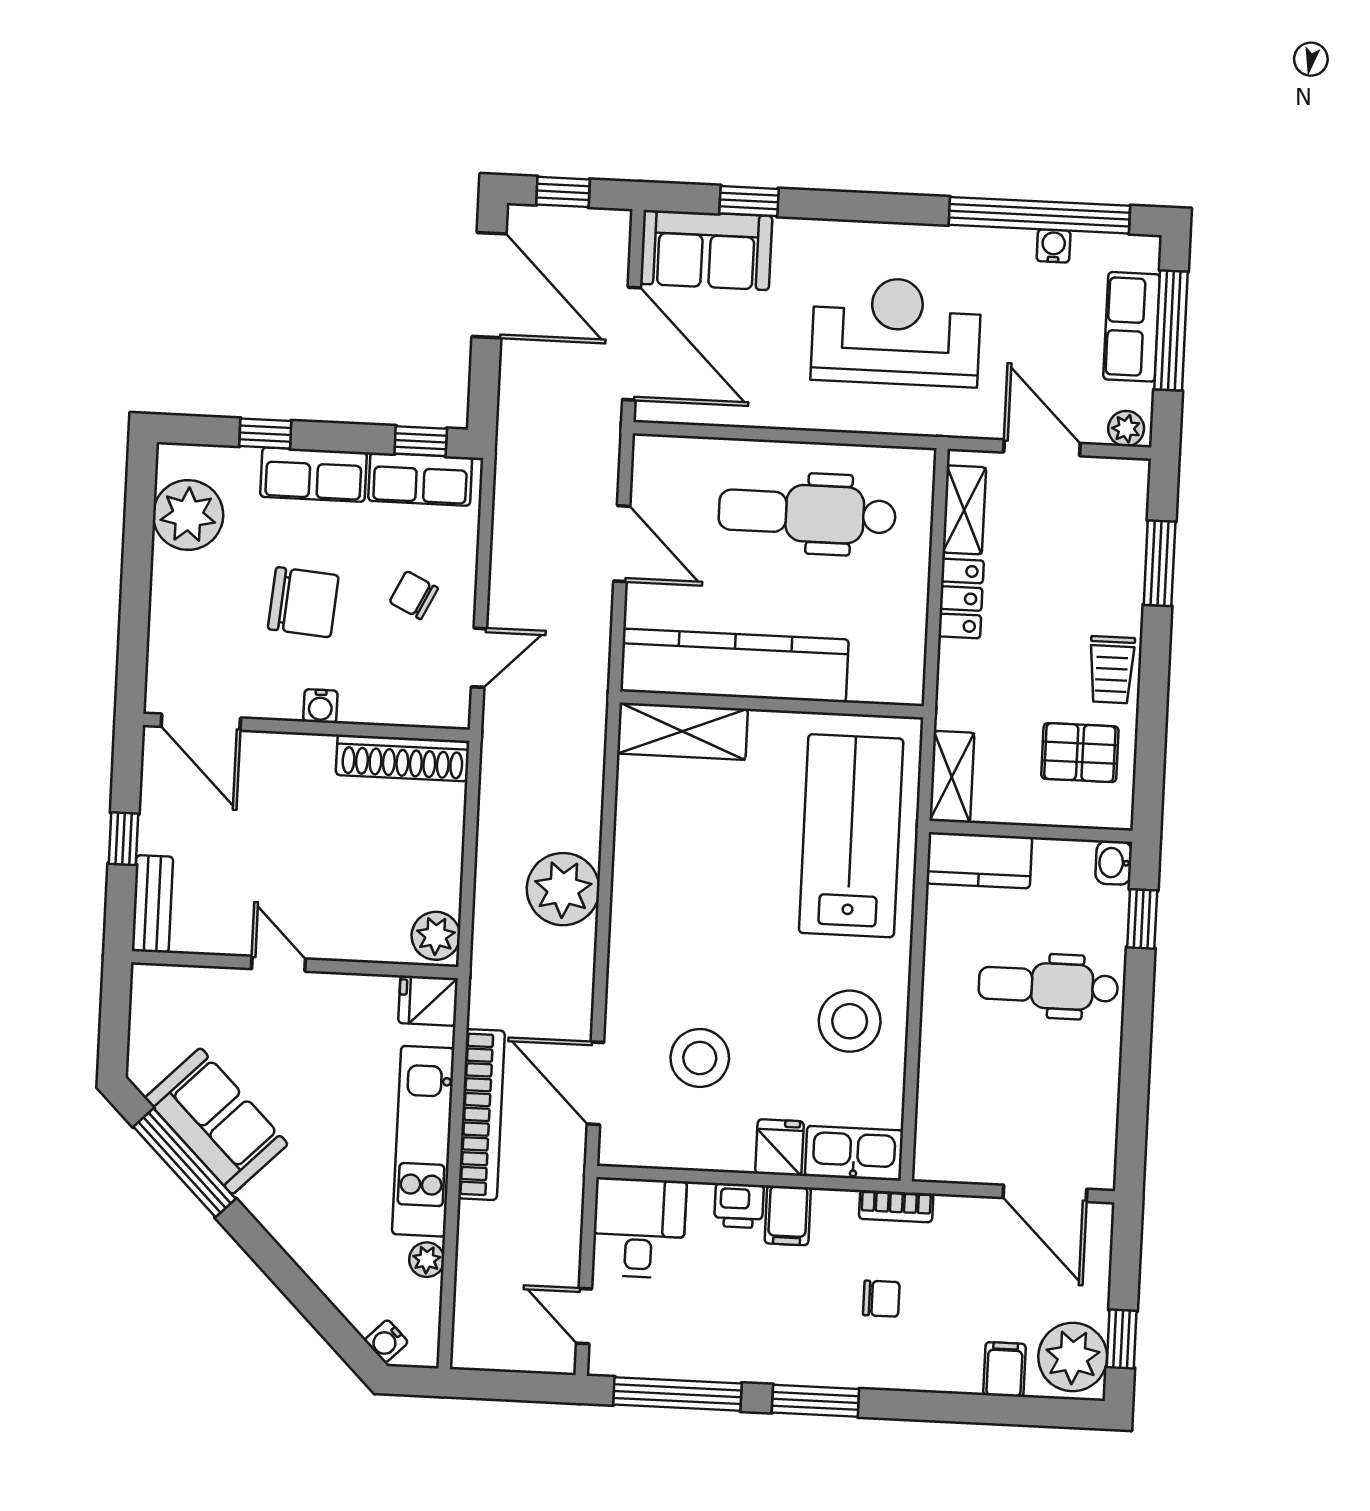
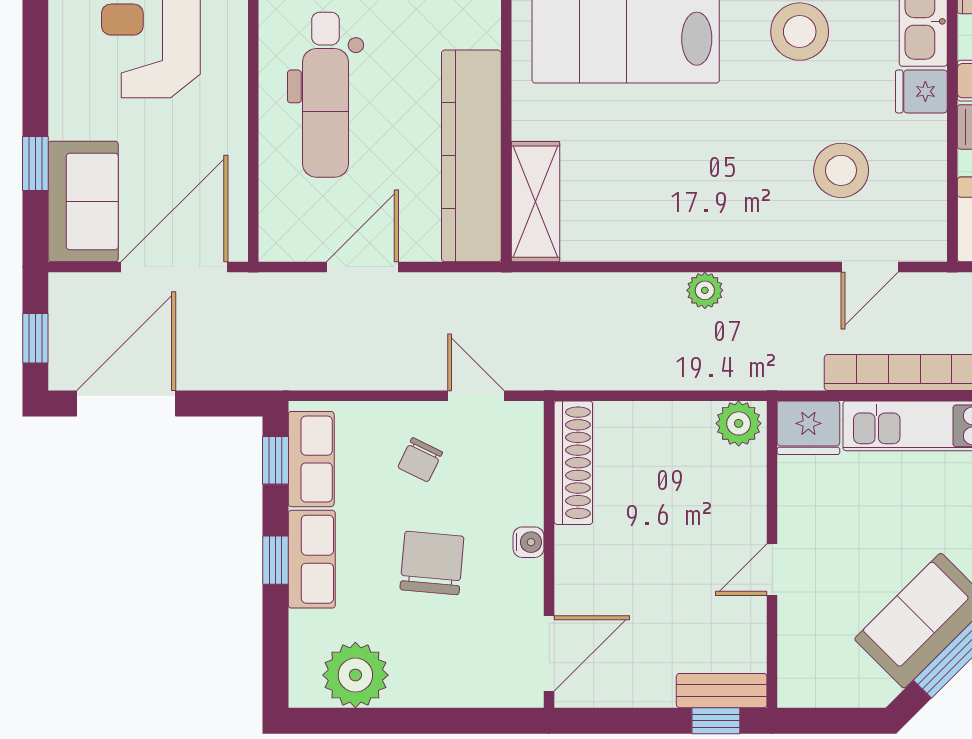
window: (265, 434) -> (275, 560), moved
window: (123, 839) -> (716, 721), moved
plant: (563, 889) -> (705, 290), width x0.53, depth x0.53
fridge: (428, 1001) -> (808, 428), width x1.38
door: (595, 1083) -> (870, 267), width x0.73

